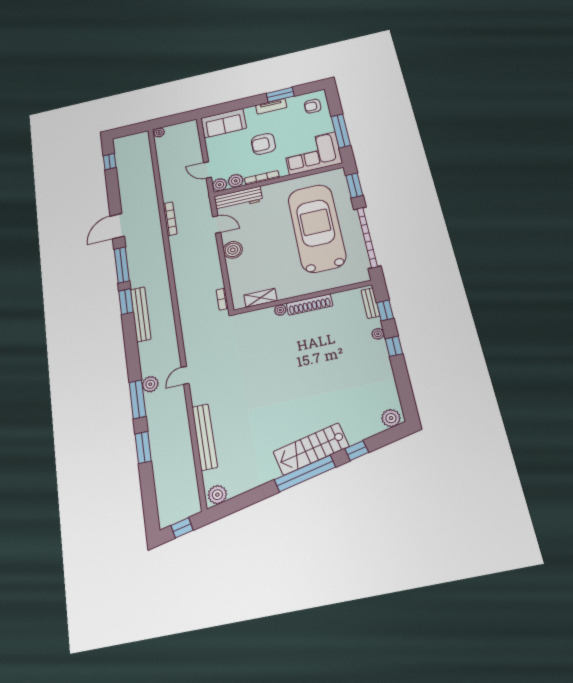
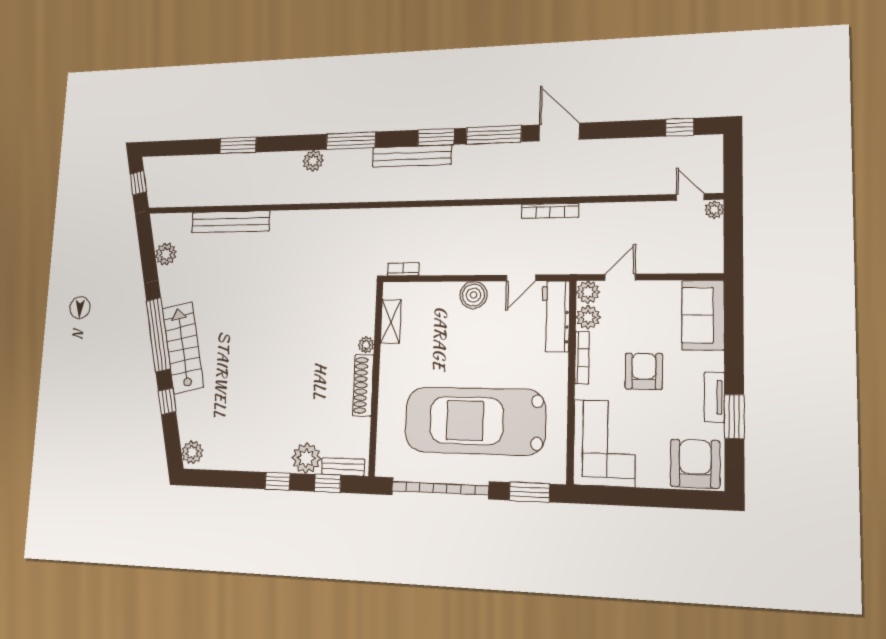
armchair: (313, 106) -> (695, 464), width x1.88, depth x1.88
window: (341, 131) -> (634, 497), removed
car: (317, 228) -> (475, 421), turned 180
plant: (378, 334) -> (306, 458), width x1.88, depth x1.88
door: (185, 375) -> (690, 197), moved
window: (137, 399) -> (351, 141), moved
plant: (217, 495) -> (166, 254), moved

